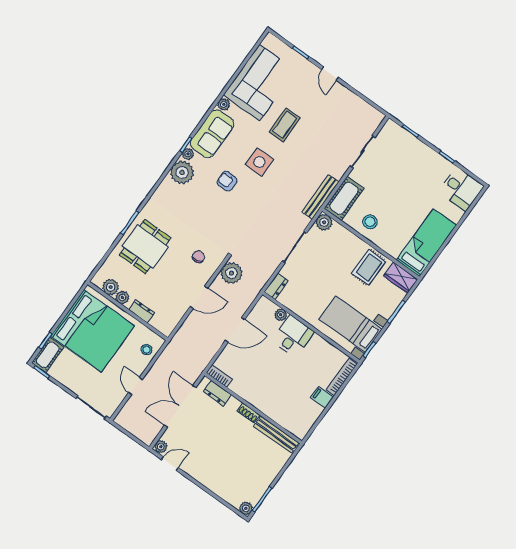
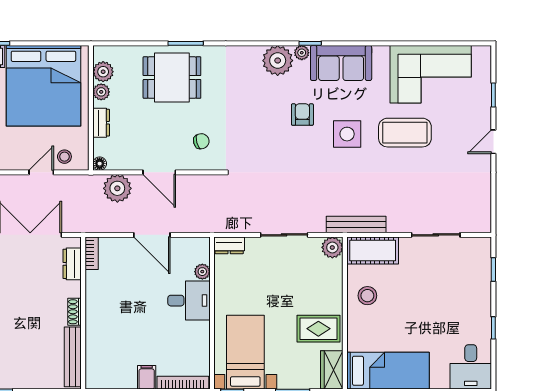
plant: (224, 104) -> (381, 53), removed
coffee table: (285, 125) -> (405, 133), width x1.36, depth x1.32
plant: (231, 273) -> (117, 188), moved
floor lamp: (167, 331) -> (100, 164), added
door: (135, 386) -> (41, 172), moved

